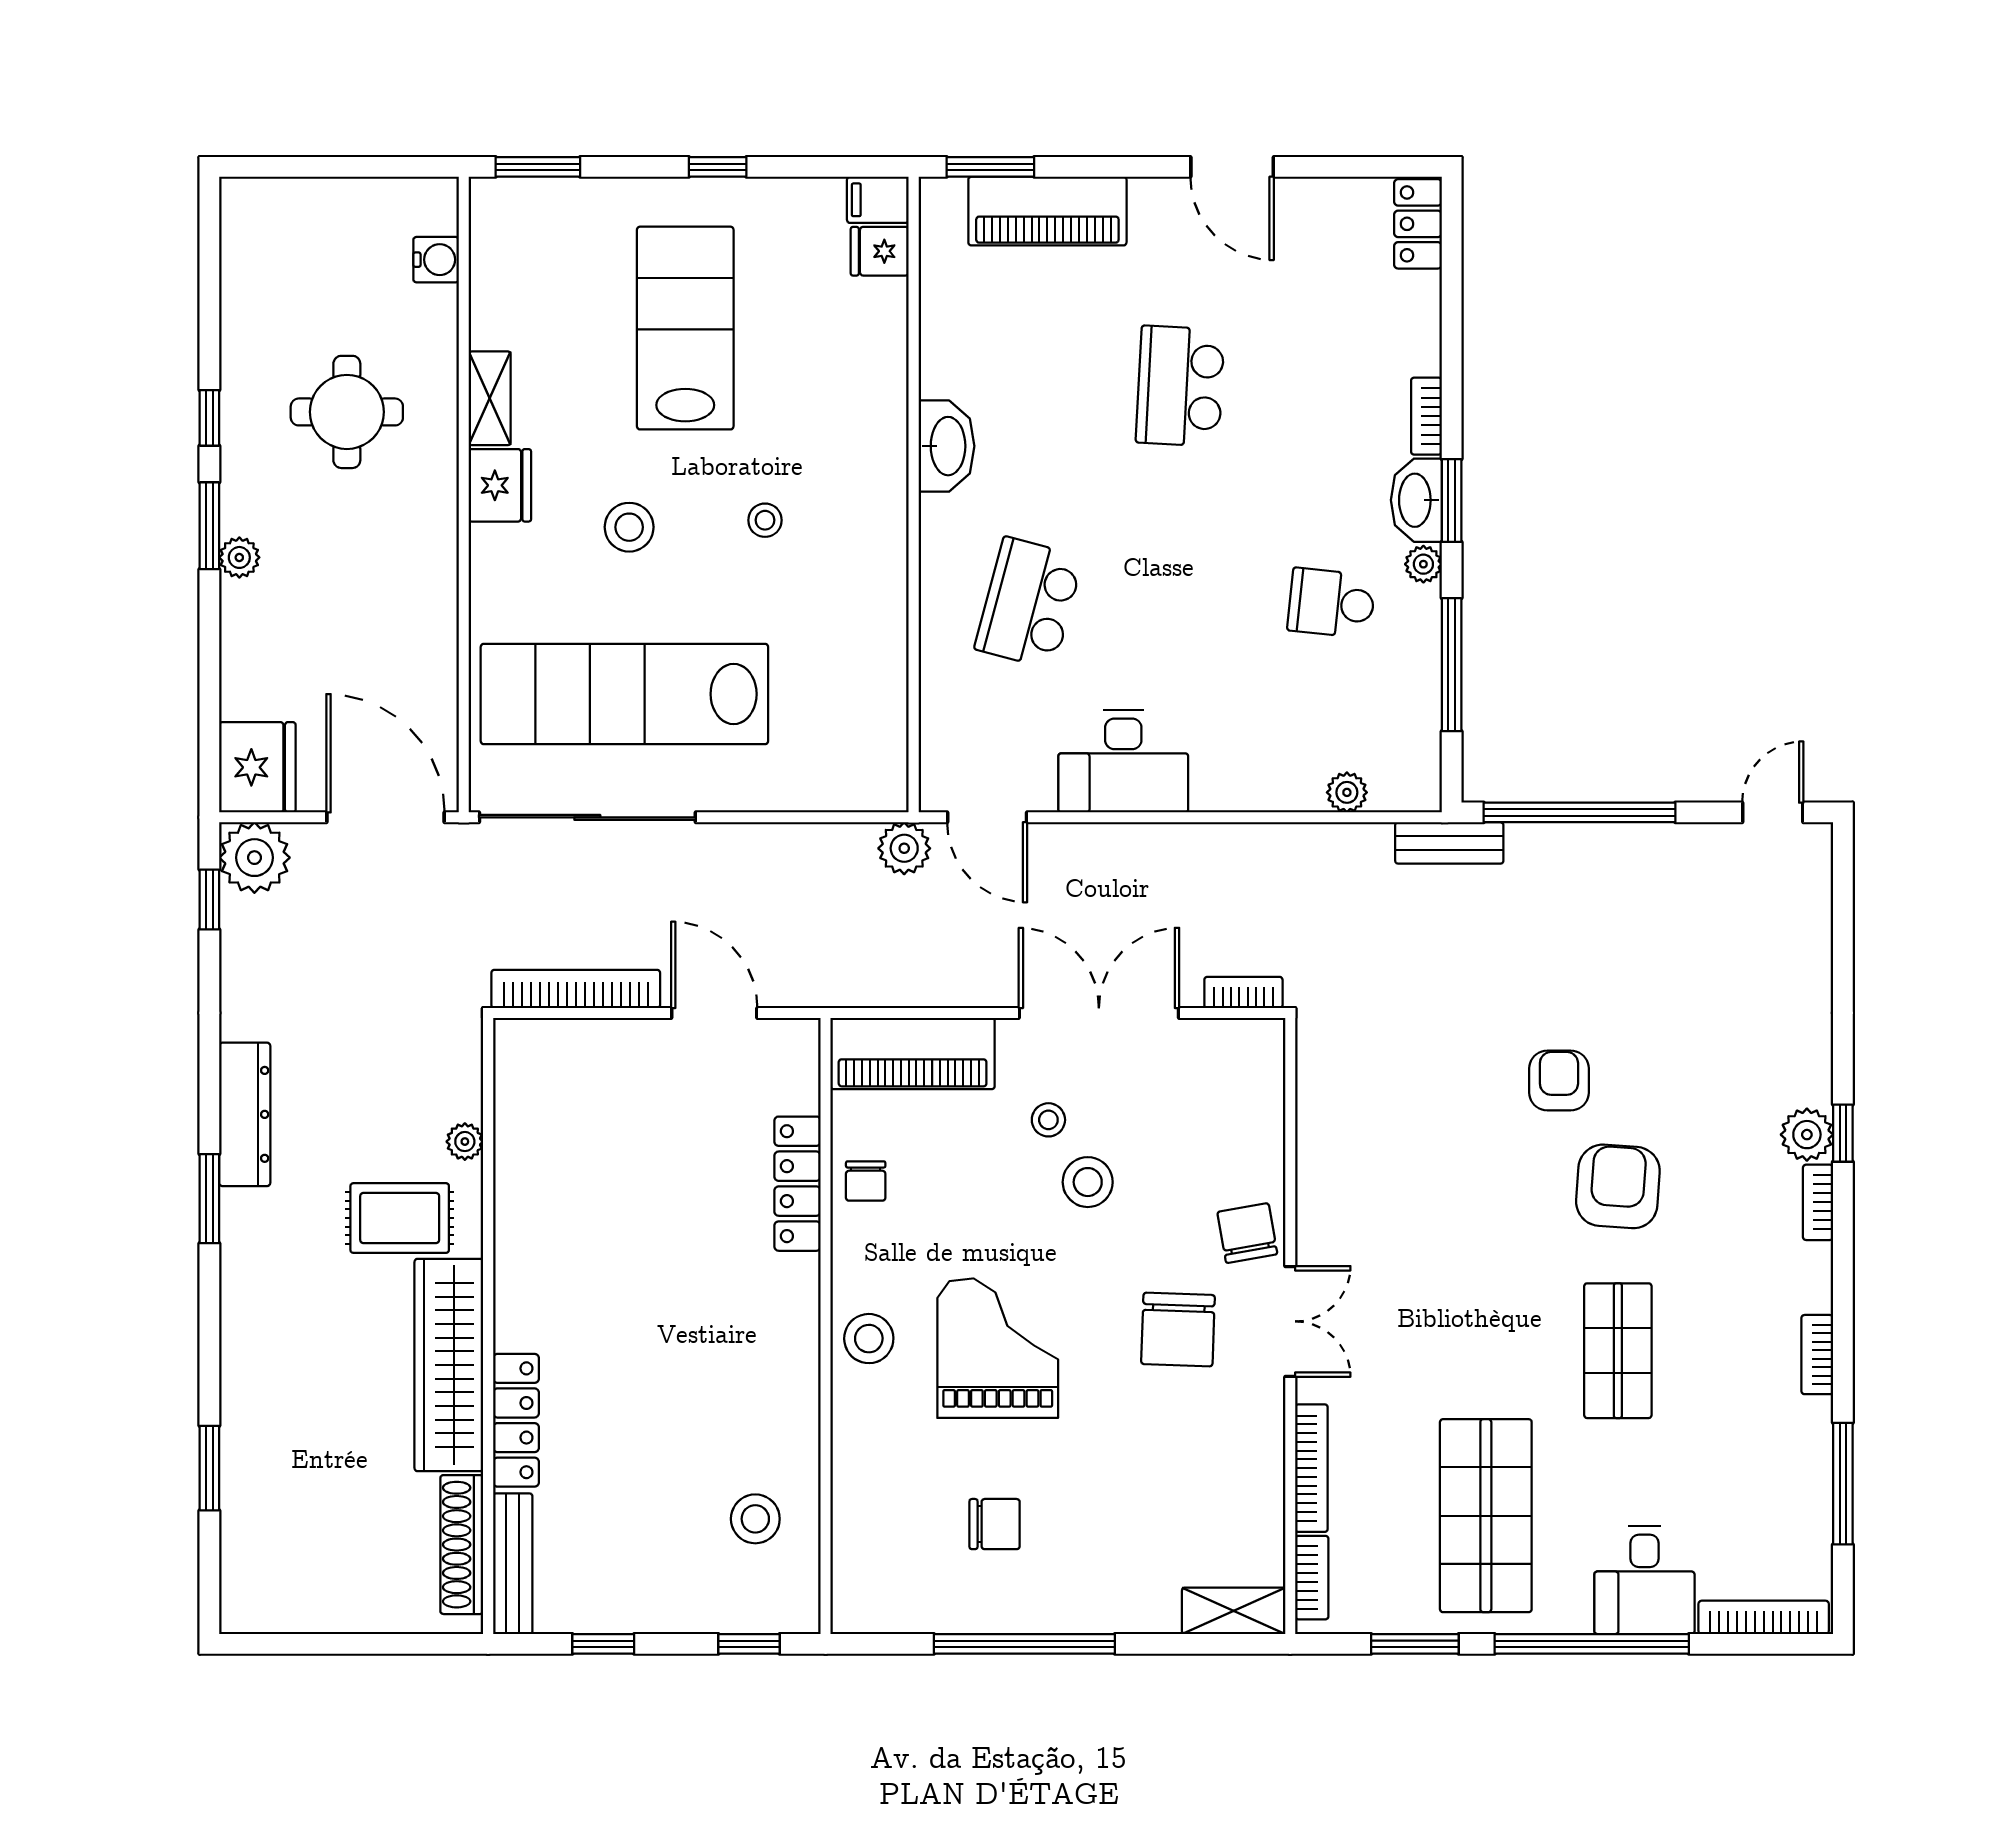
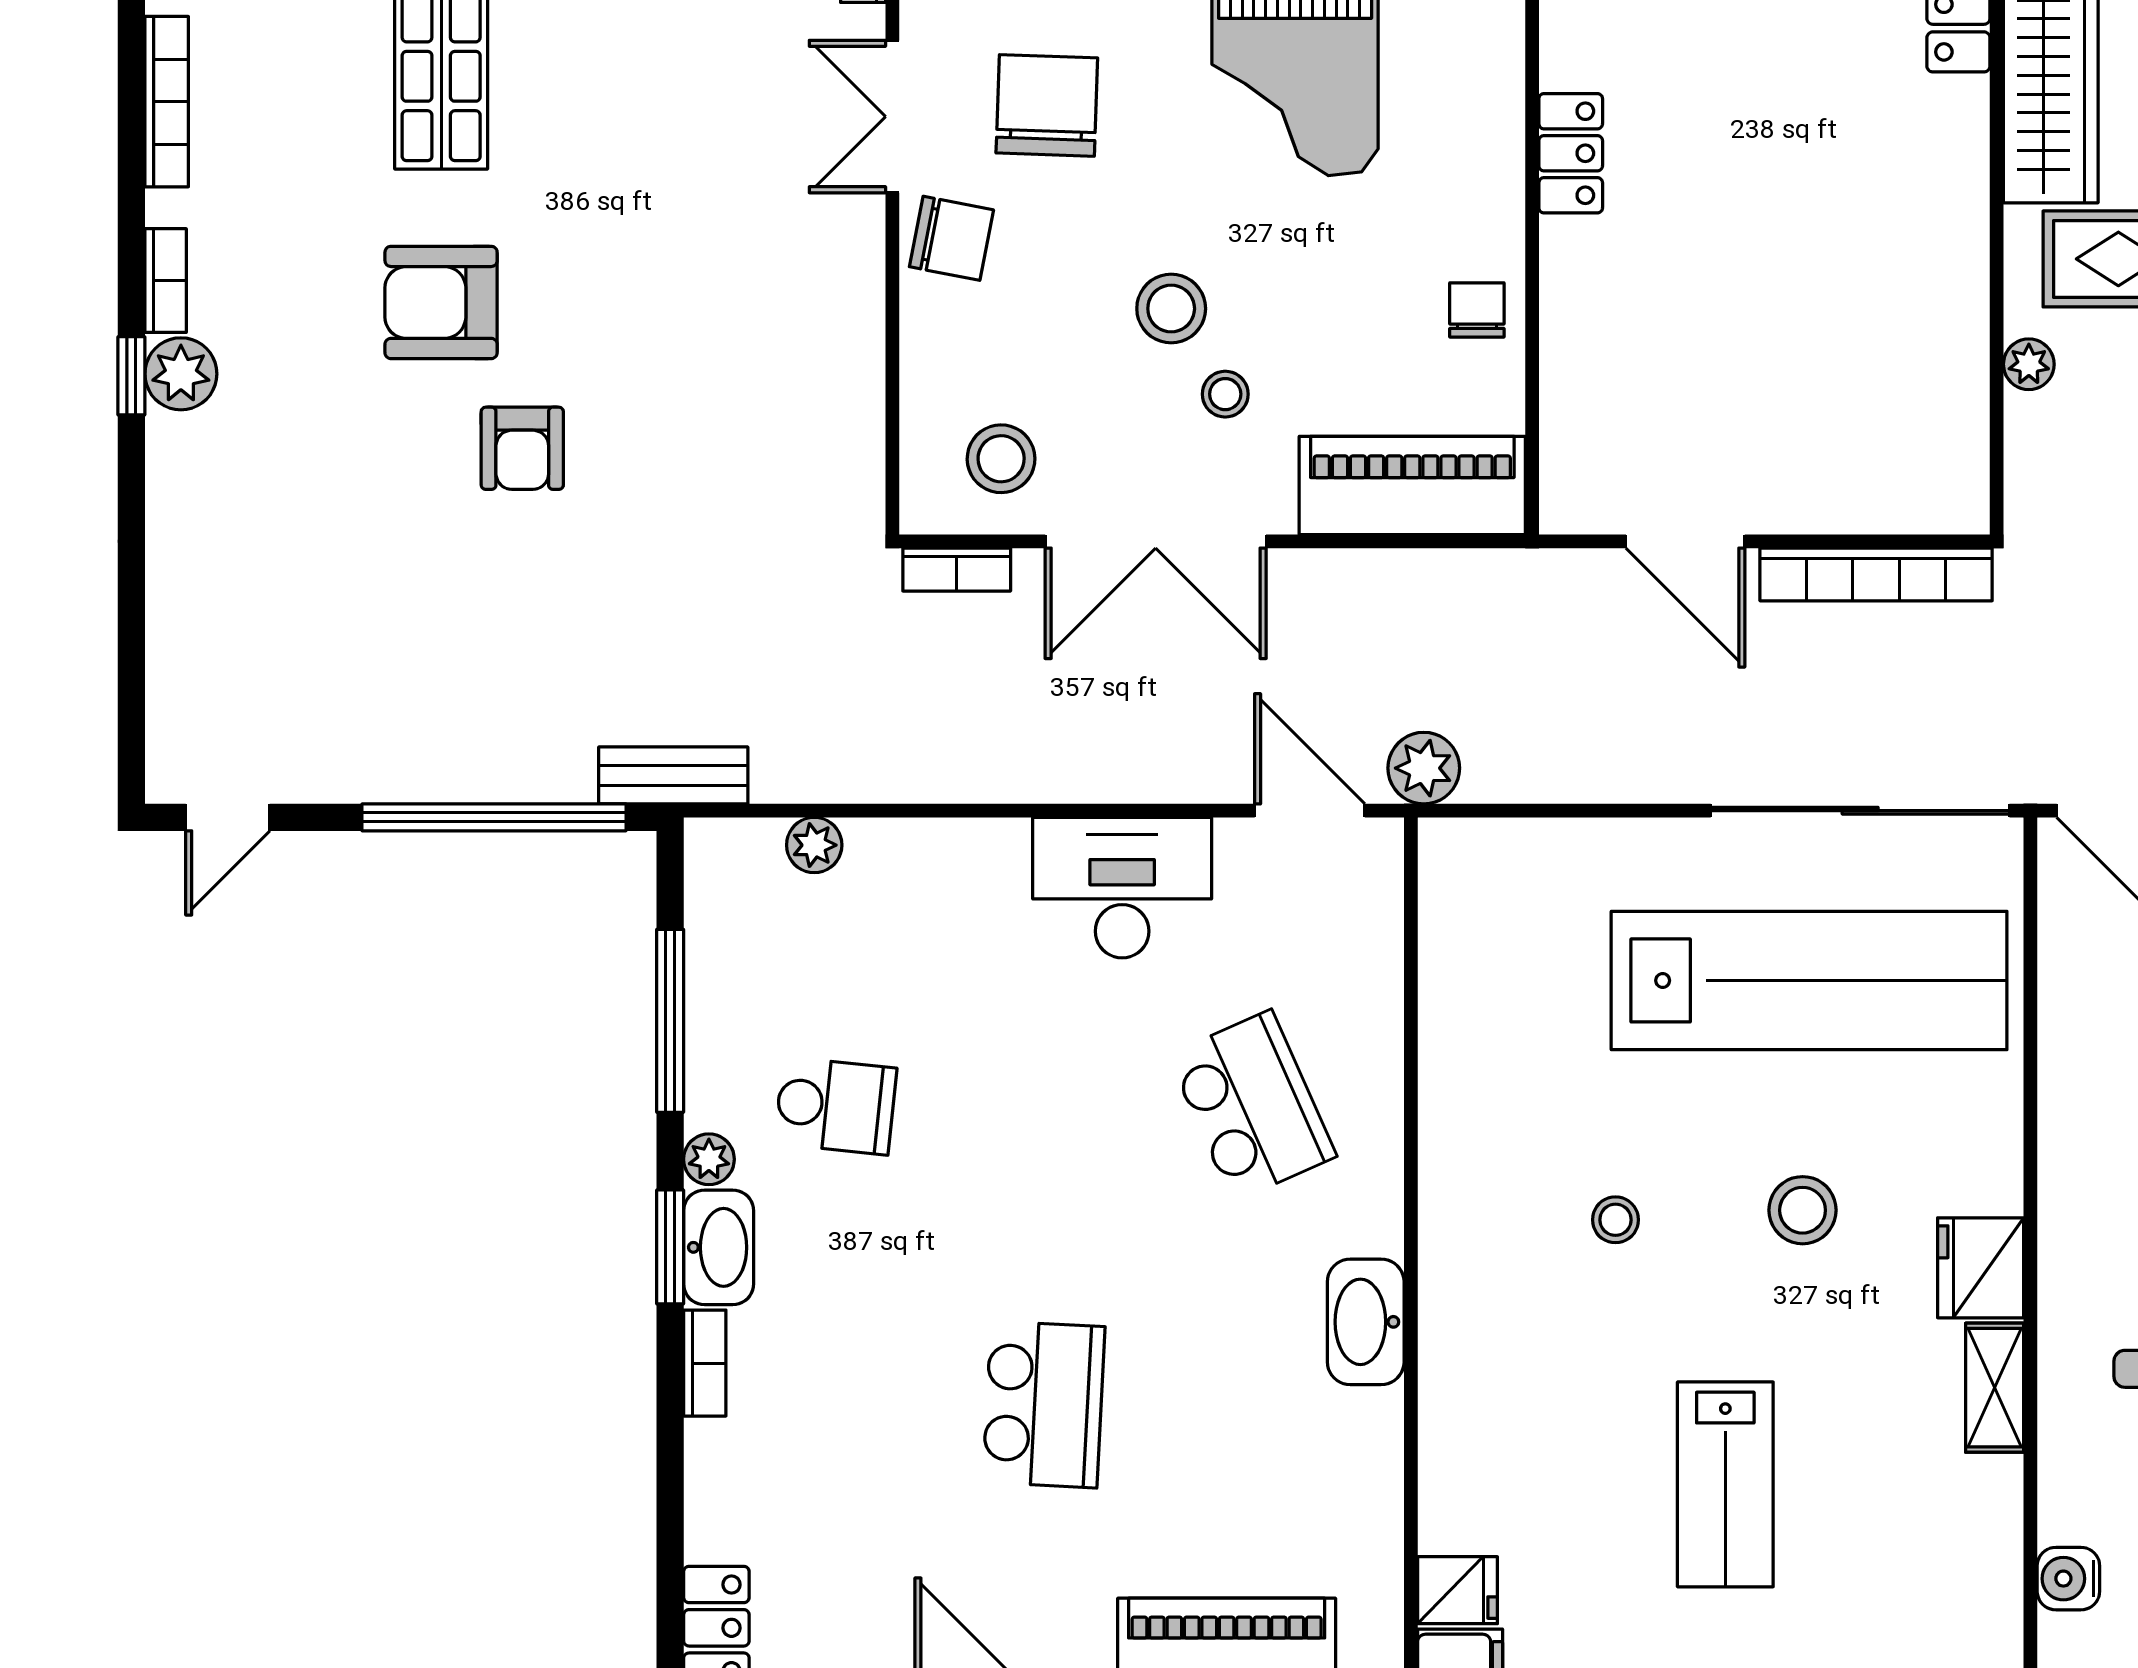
lab bench: (685, 328) -> (1725, 1484), width x0.73, depth x0.72
school desk: (1029, 603) -> (1252, 1106), turned -39
locker: (798, 1184) -> (1571, 153), moved, width x0.66
armchair: (1618, 1186) -> (441, 302), turned 86
chair: (1247, 1233) -> (951, 238), turned -69
stool: (869, 1339) -> (1001, 459), moved
bookcase: (1817, 1355) -> (167, 102), width x1.56

